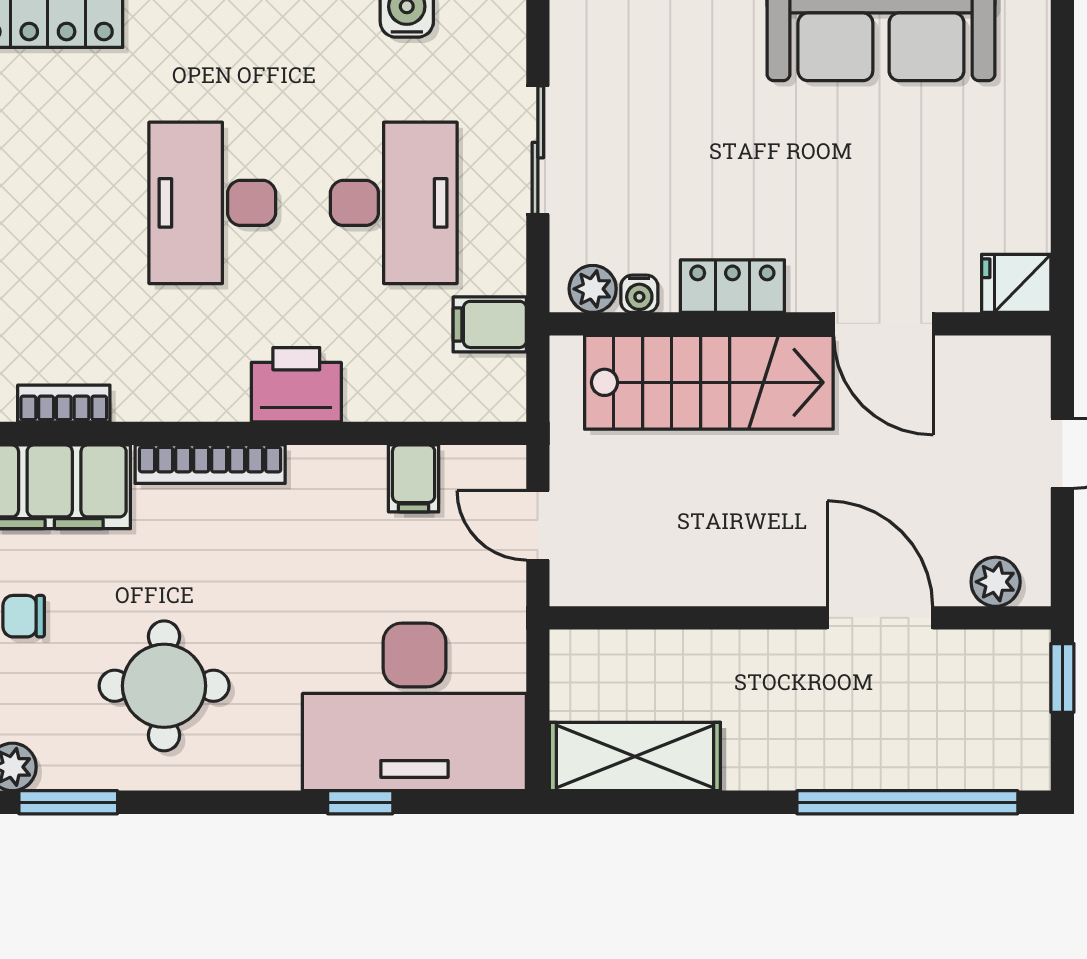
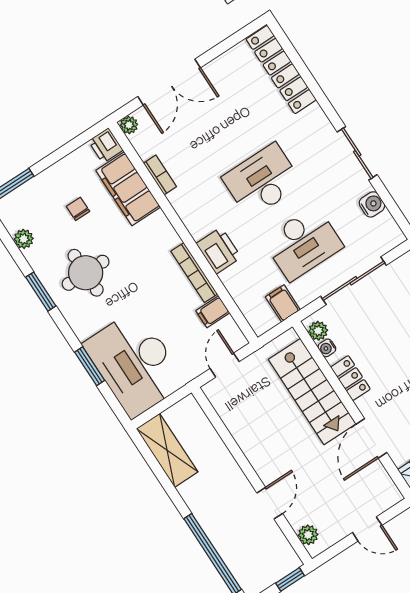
sliding door: (538, 150) -> (353, 281), width x1.37
bookcase: (210, 464) -> (194, 273), moved
door: (880, 618) -> (270, 503), width x0.73
window: (68, 802) -> (41, 292), moved
window: (360, 802) -> (90, 366), width x1.50

